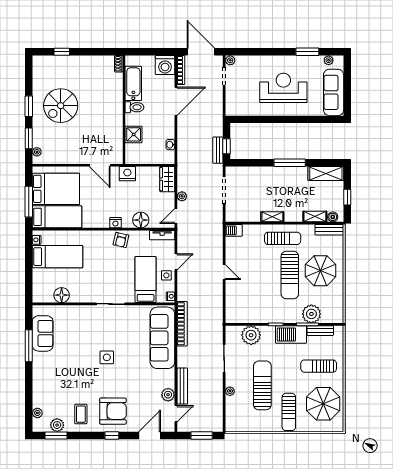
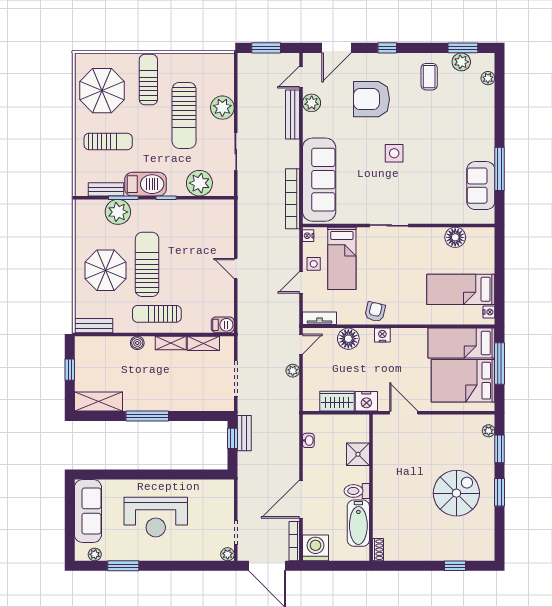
wardrobe: (167, 179) -> (337, 401), moved, turned -90
shelving: (315, 217) -> (203, 343), moved
boiler: (333, 217) -> (137, 343), moved
plant: (230, 391) -> (222, 108), width x1.88, depth x1.88
armchair: (113, 411) -> (371, 99), moved

